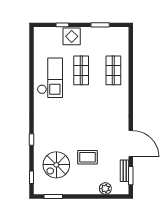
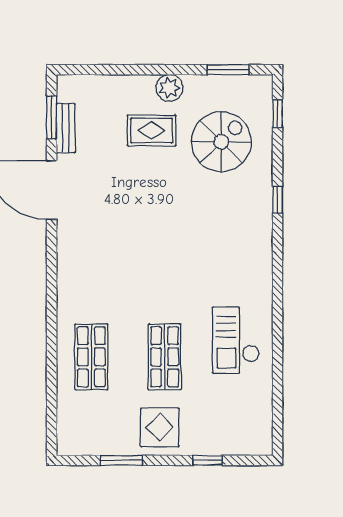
display table: (72, 36) -> (160, 427), moved
checkout: (50, 78) -> (236, 340), width x0.73, depth x0.83
rug: (88, 157) -> (152, 131), moved
plant: (105, 189) -> (169, 88), moved

